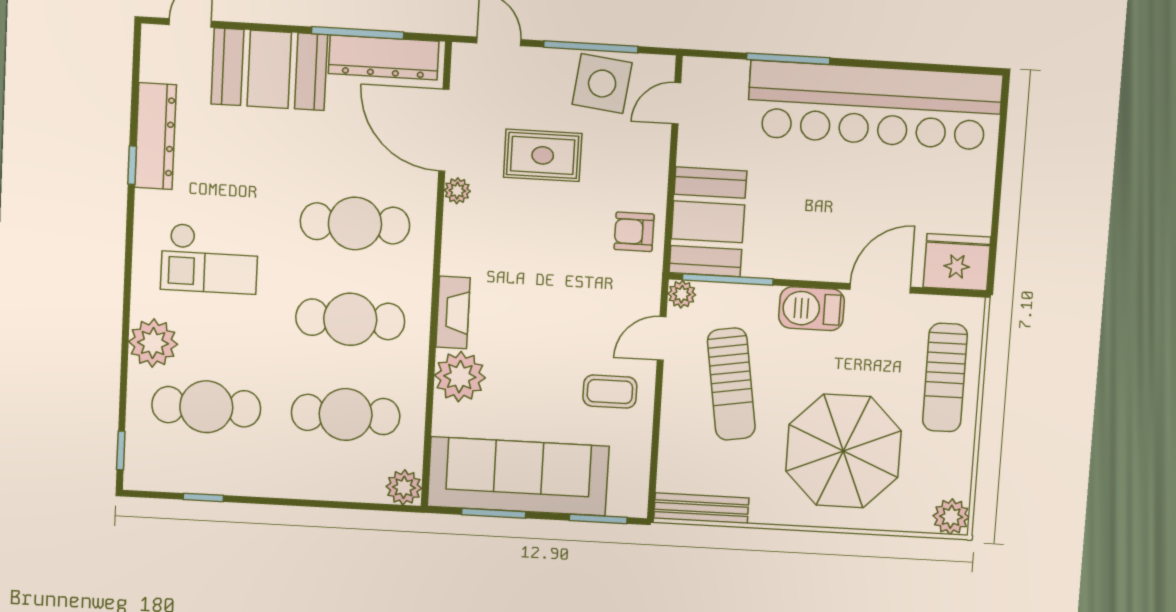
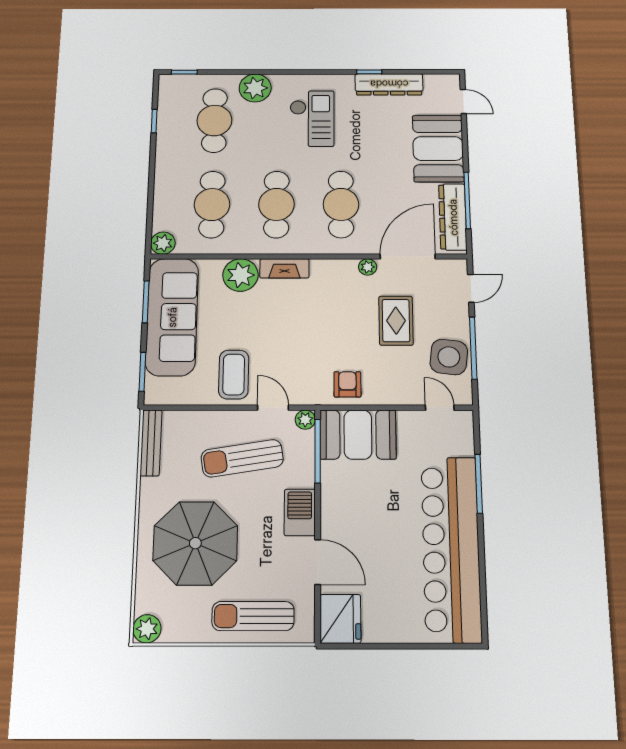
checkout: (210, 259) -> (312, 119), turned 180
coffee table: (610, 392) -> (234, 374), width x1.36, depth x1.30

